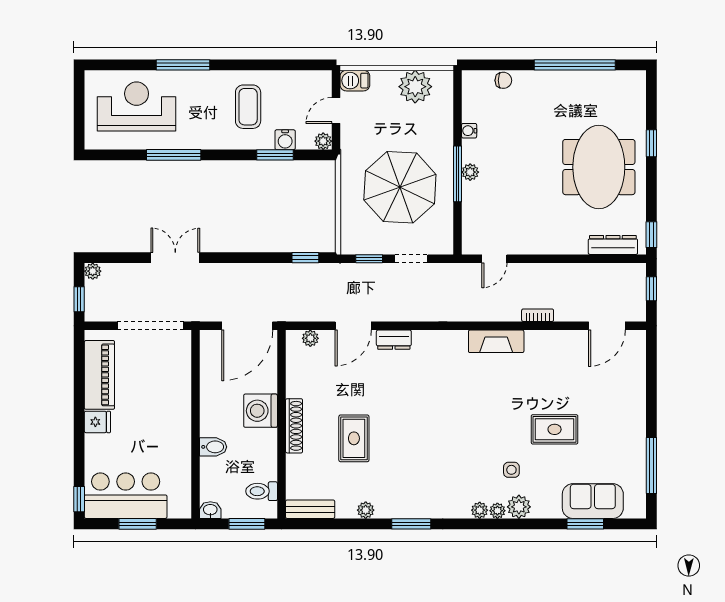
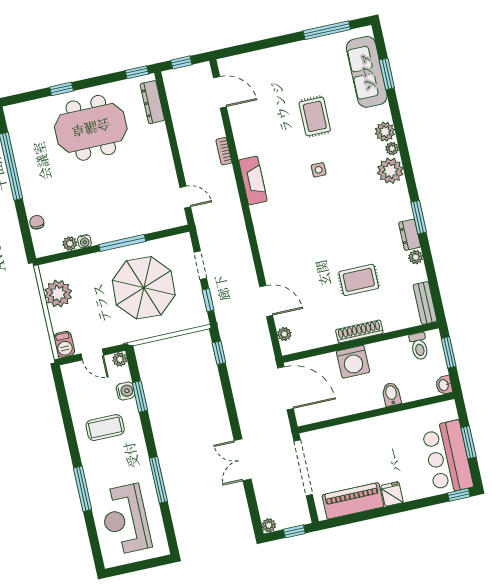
plant: (470, 172) -> (70, 244), moved
dresser: (394, 340) -> (410, 235), moved, turned 180
side table: (511, 470) -> (319, 170), moved
sofa: (593, 501) -> (367, 72), width x1.36
plant: (480, 510) -> (390, 171), width x1.88, depth x1.88

